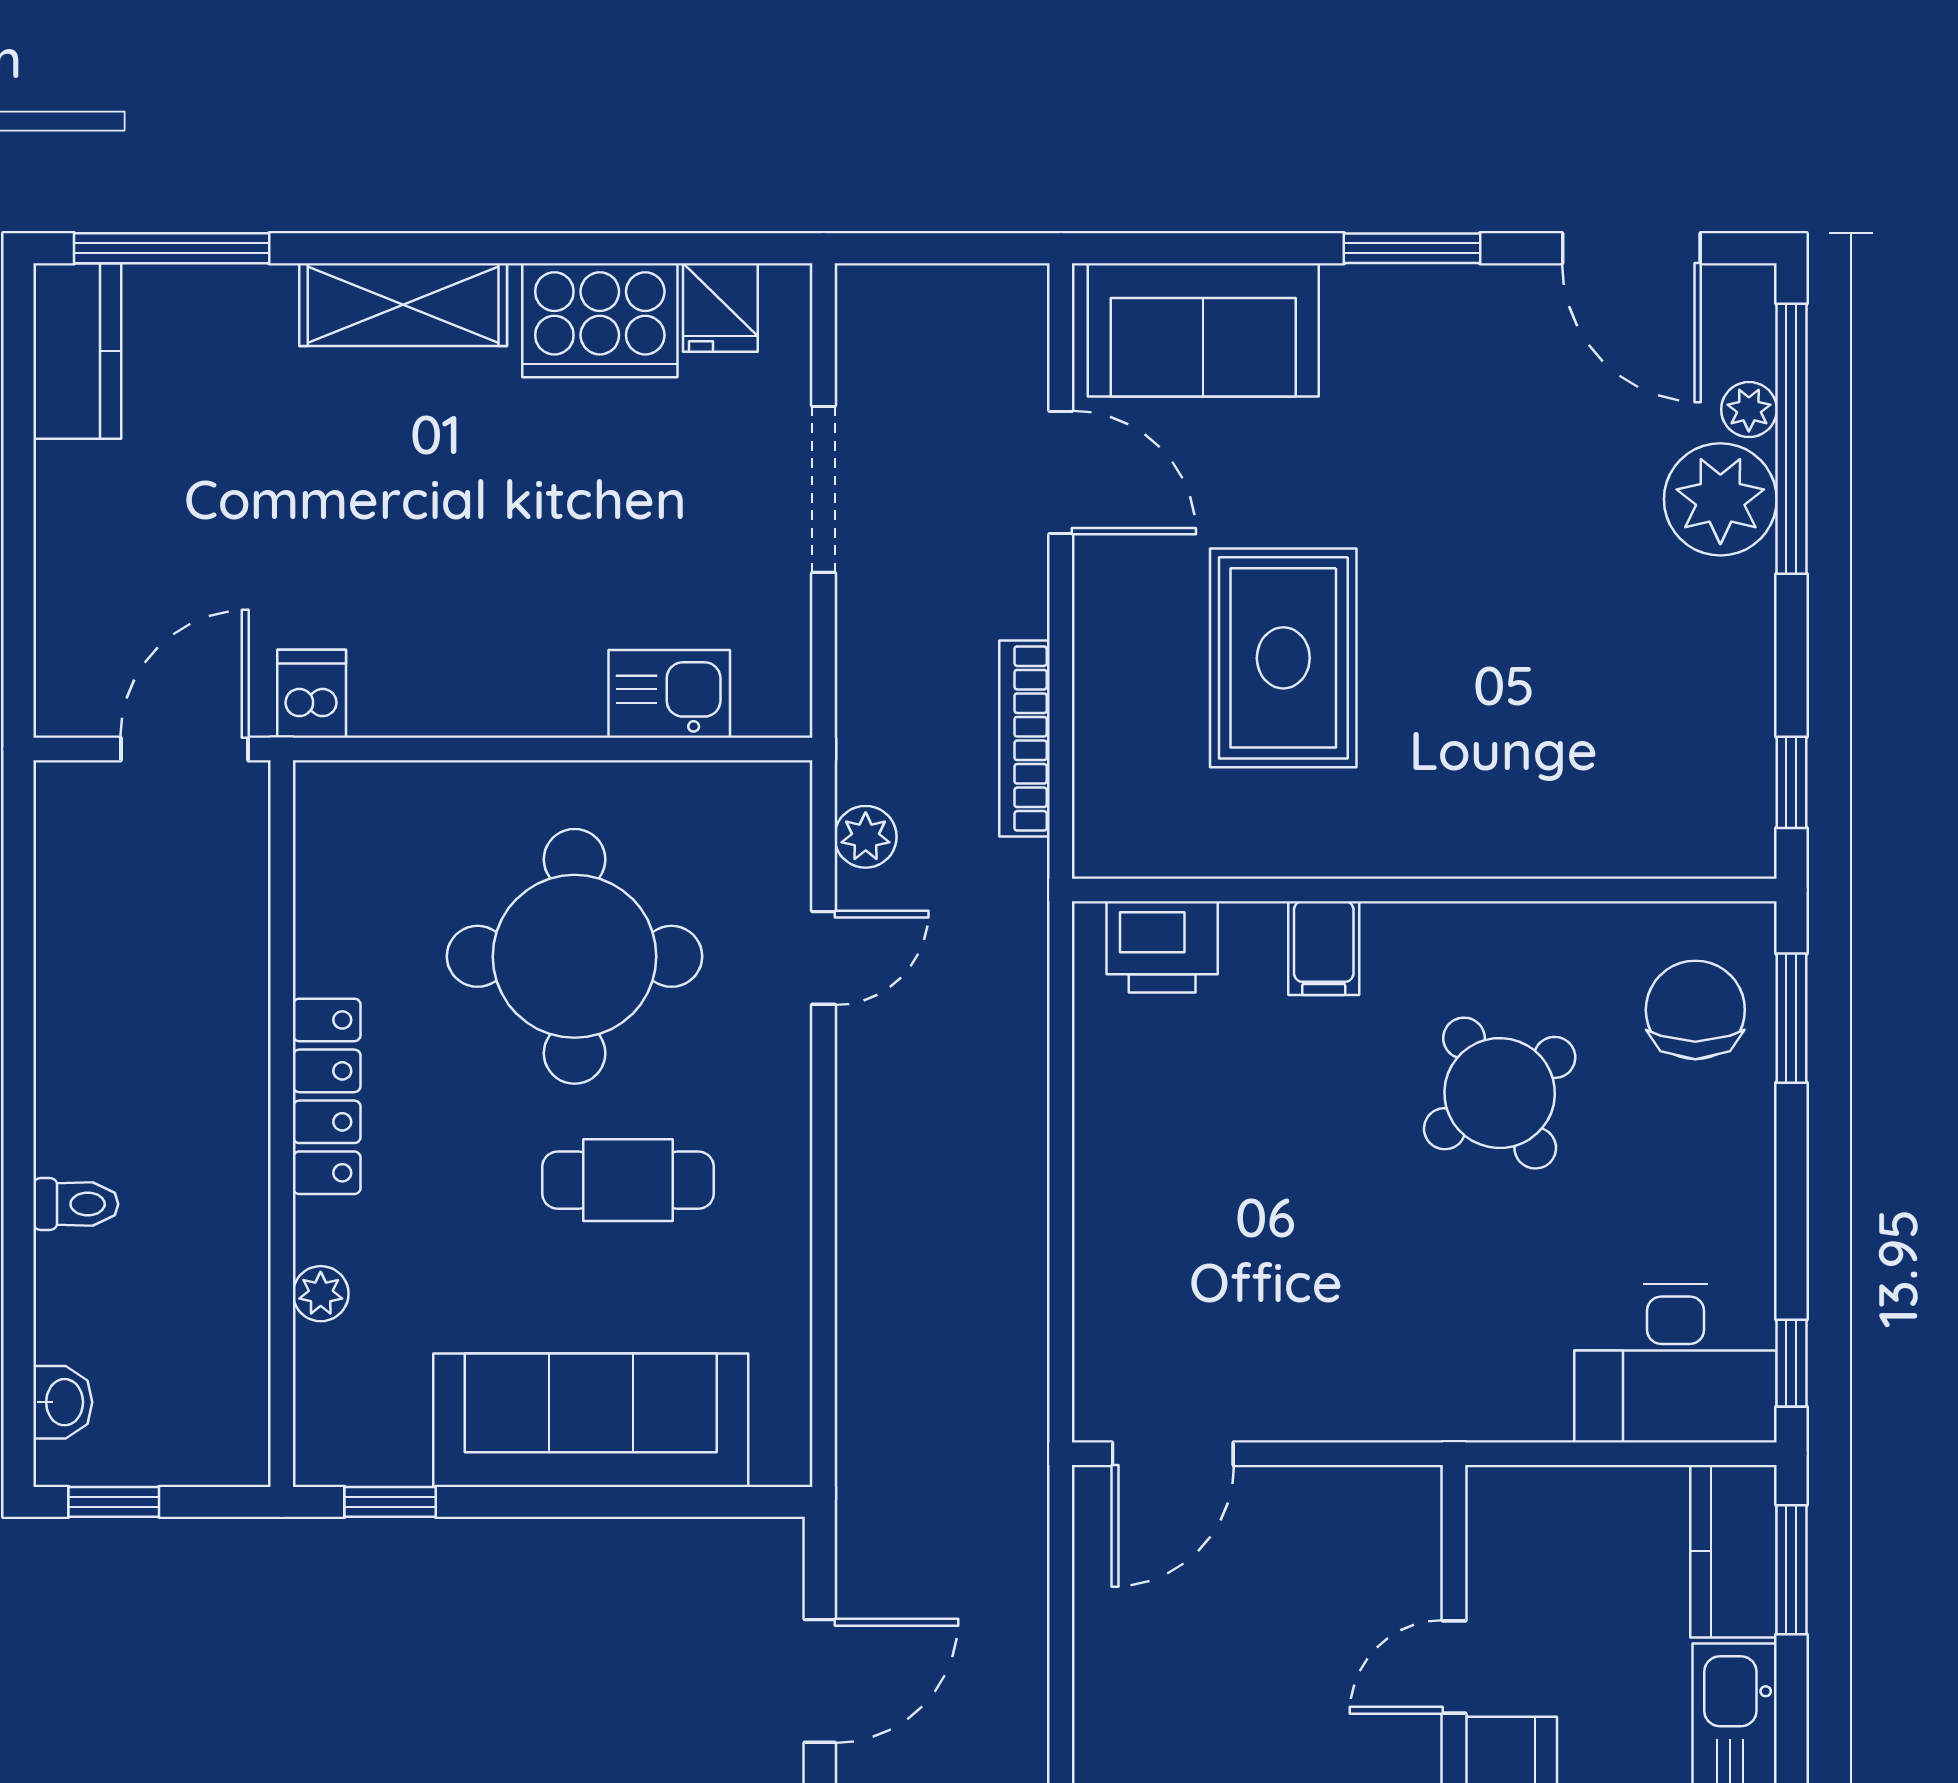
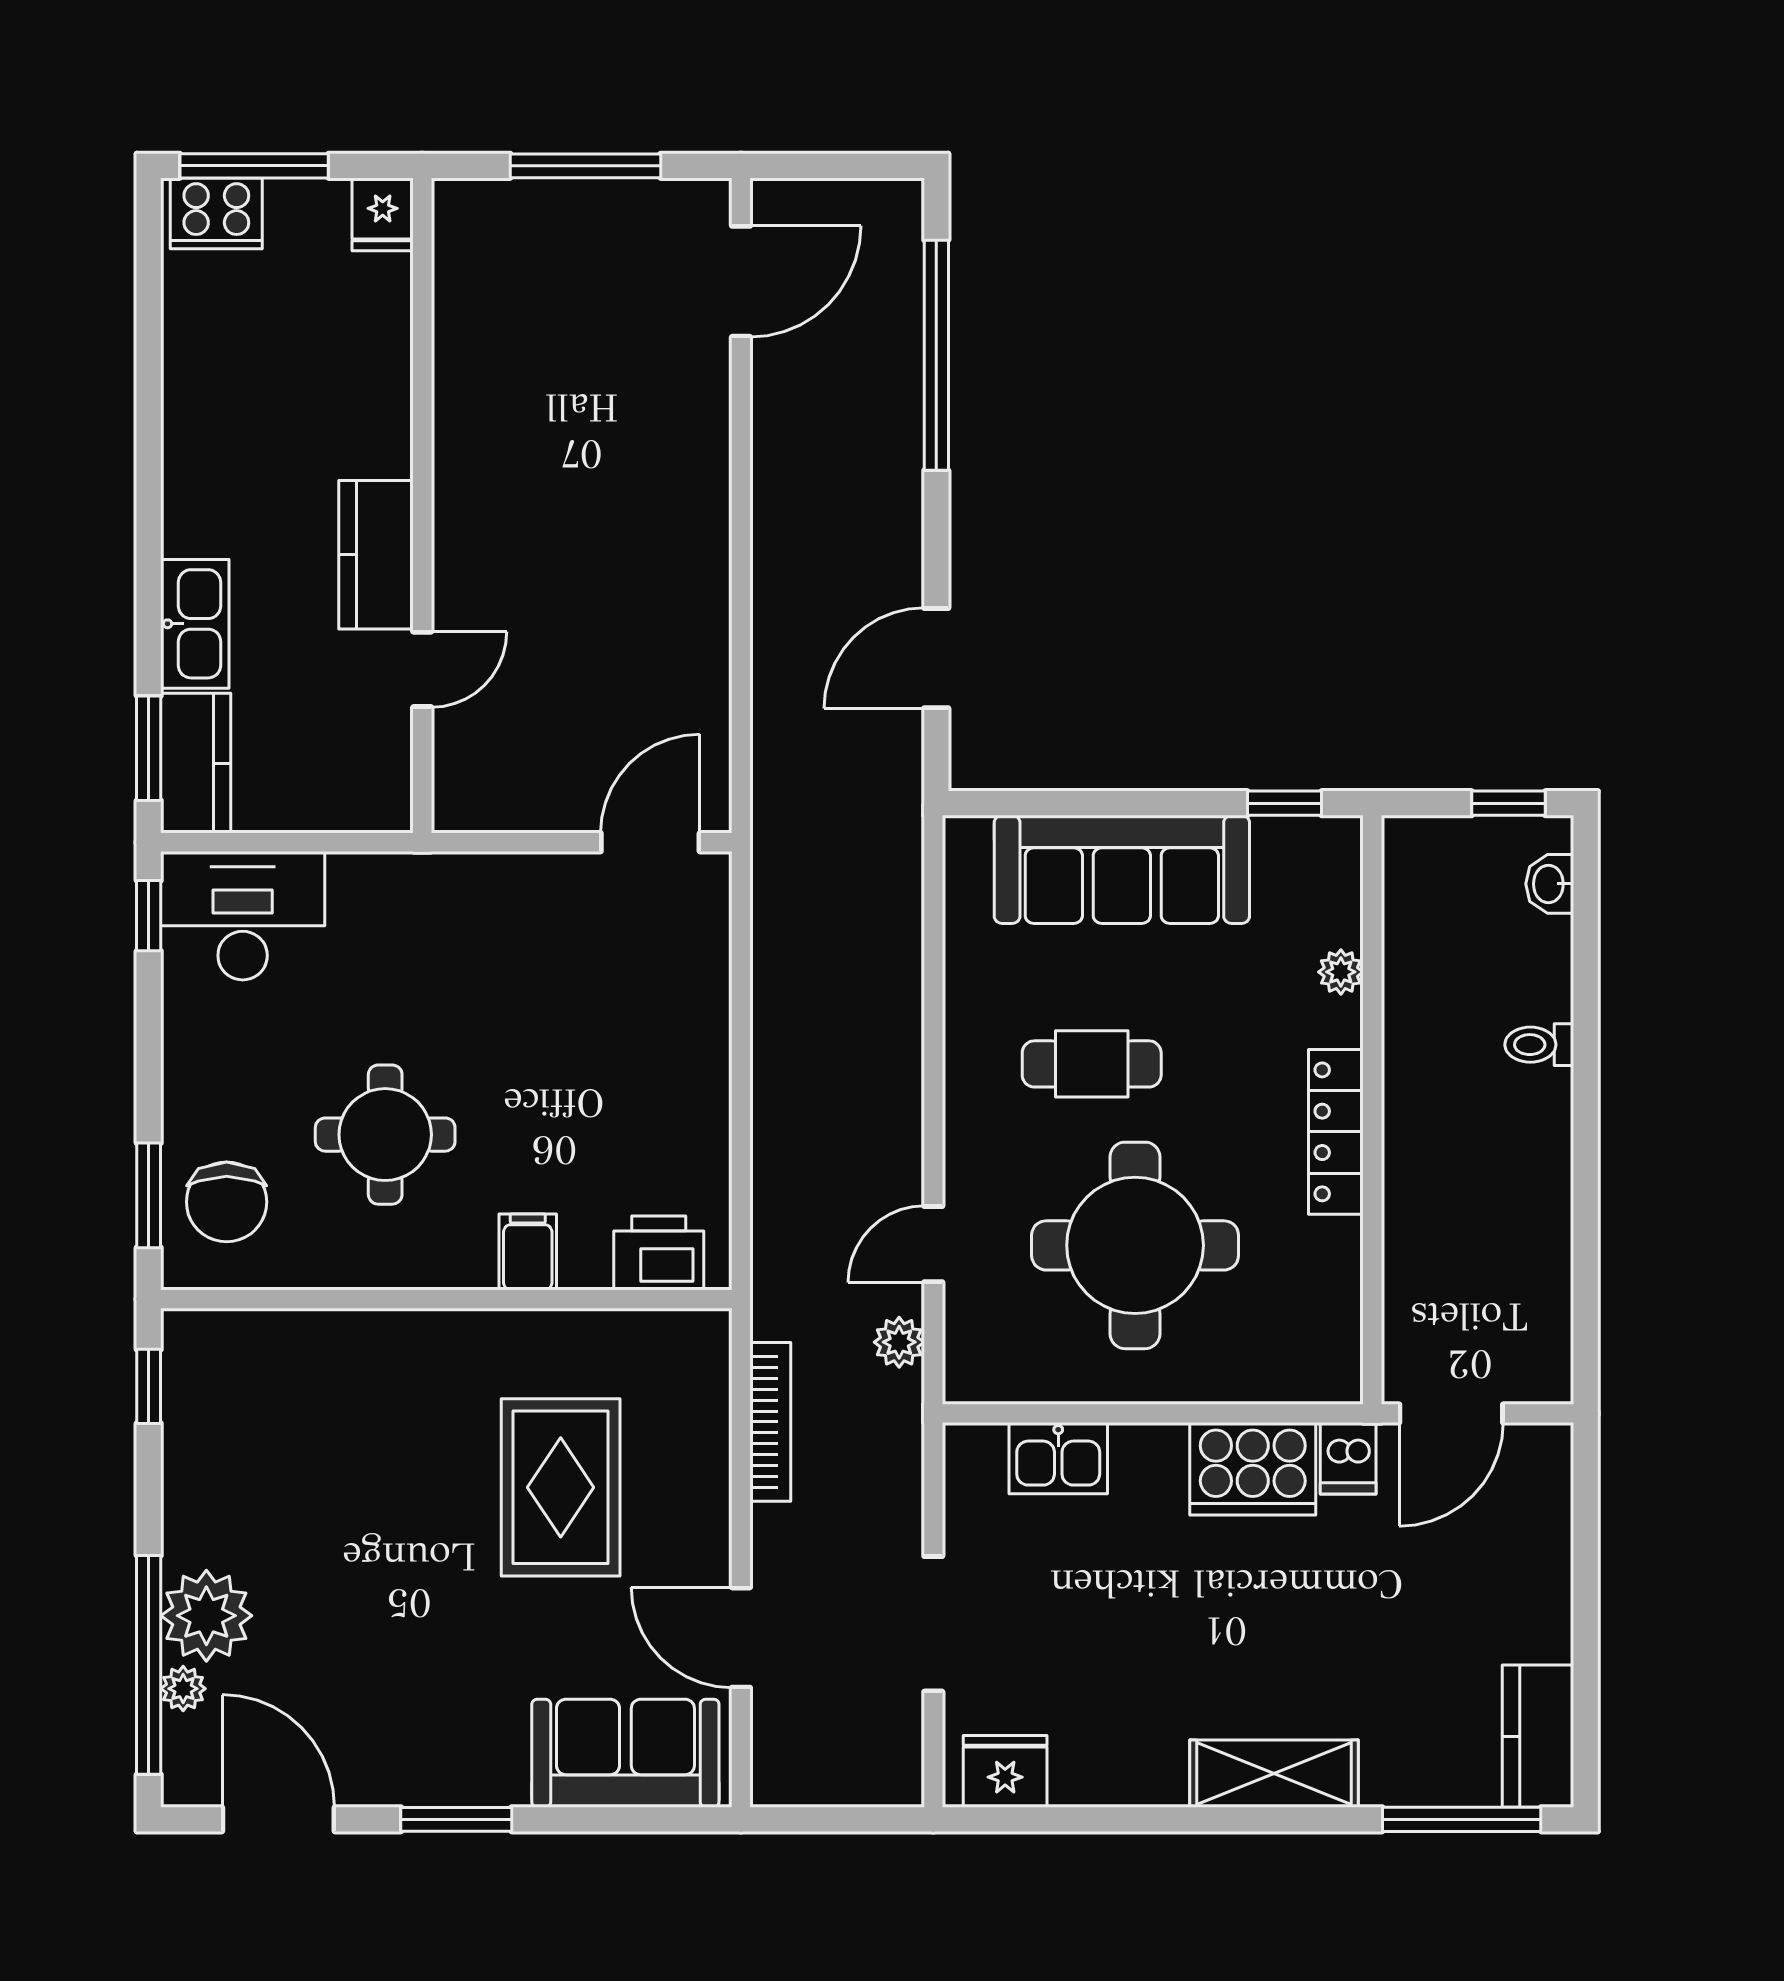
fridge: (720, 307) -> (1005, 1771), width x1.38
cooker: (600, 320) -> (1253, 1469), moved, turned 180
round table: (1500, 1093) -> (385, 1135), turned 33

